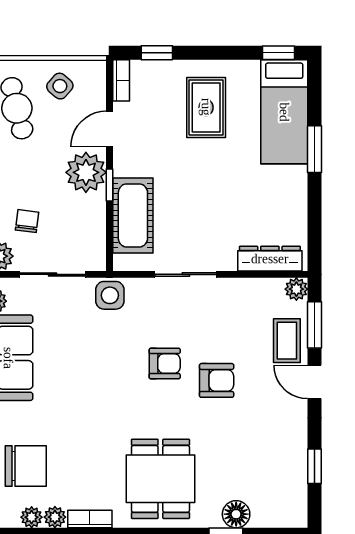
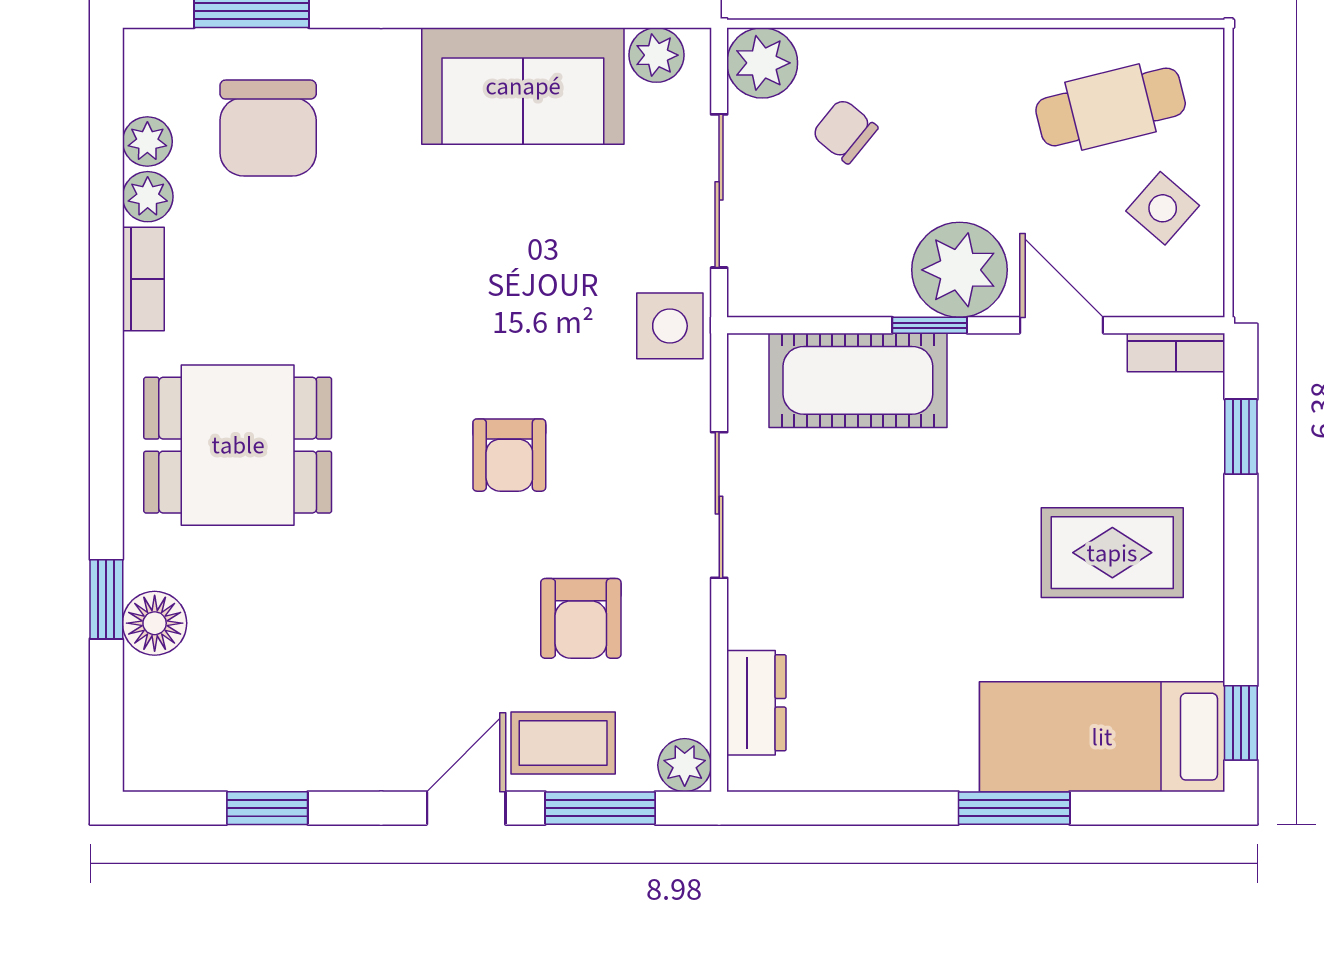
chair: (27, 221) -> (845, 131), turned -148
dresser: (270, 259) -> (756, 703), width x0.70
armchair: (217, 380) -> (581, 618), moved

